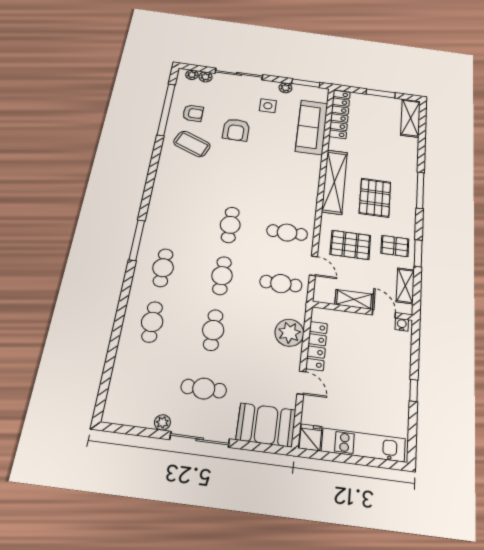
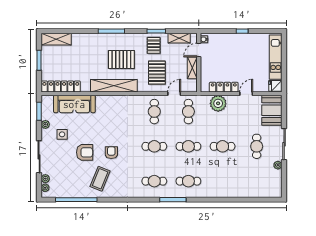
armchair: (193, 113) -> (111, 153), moved
cafe table: (152, 322) -> (154, 181), moved

